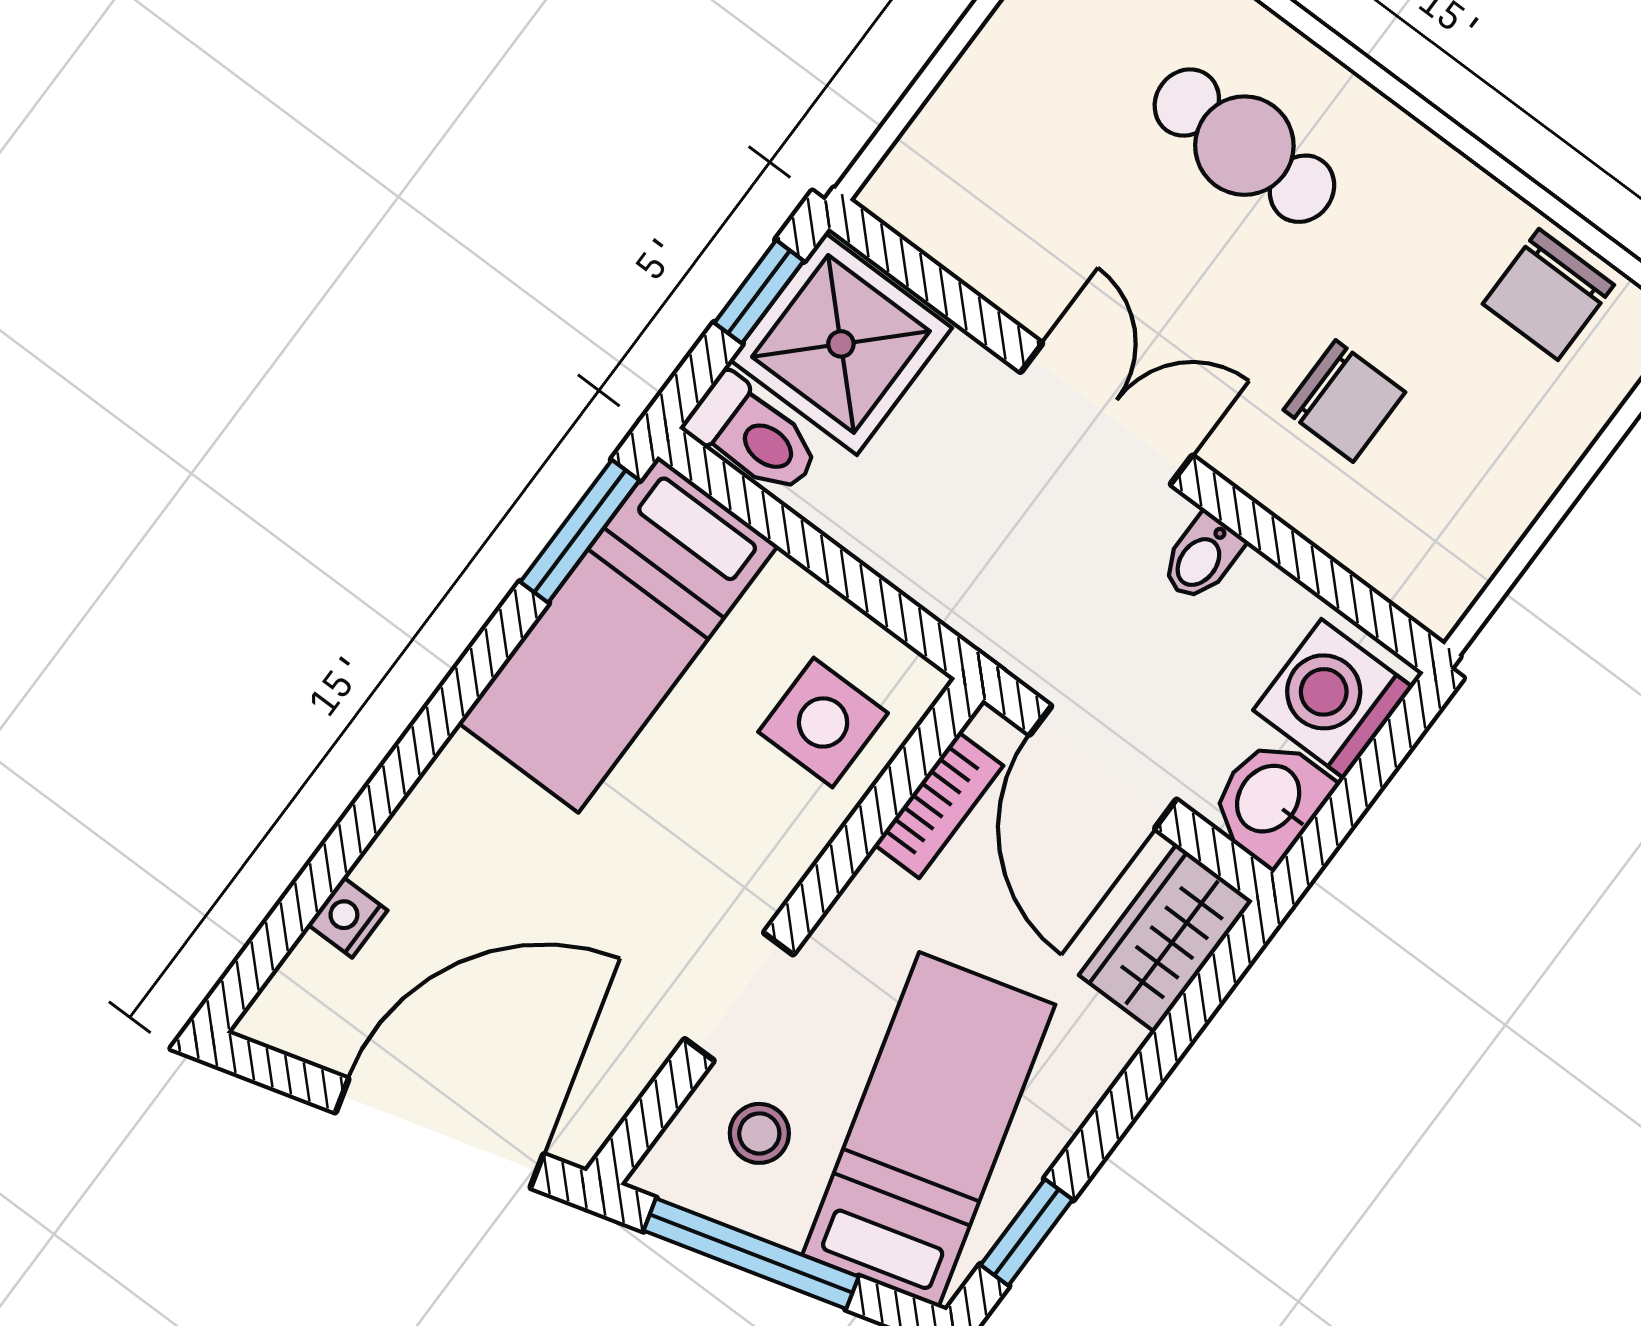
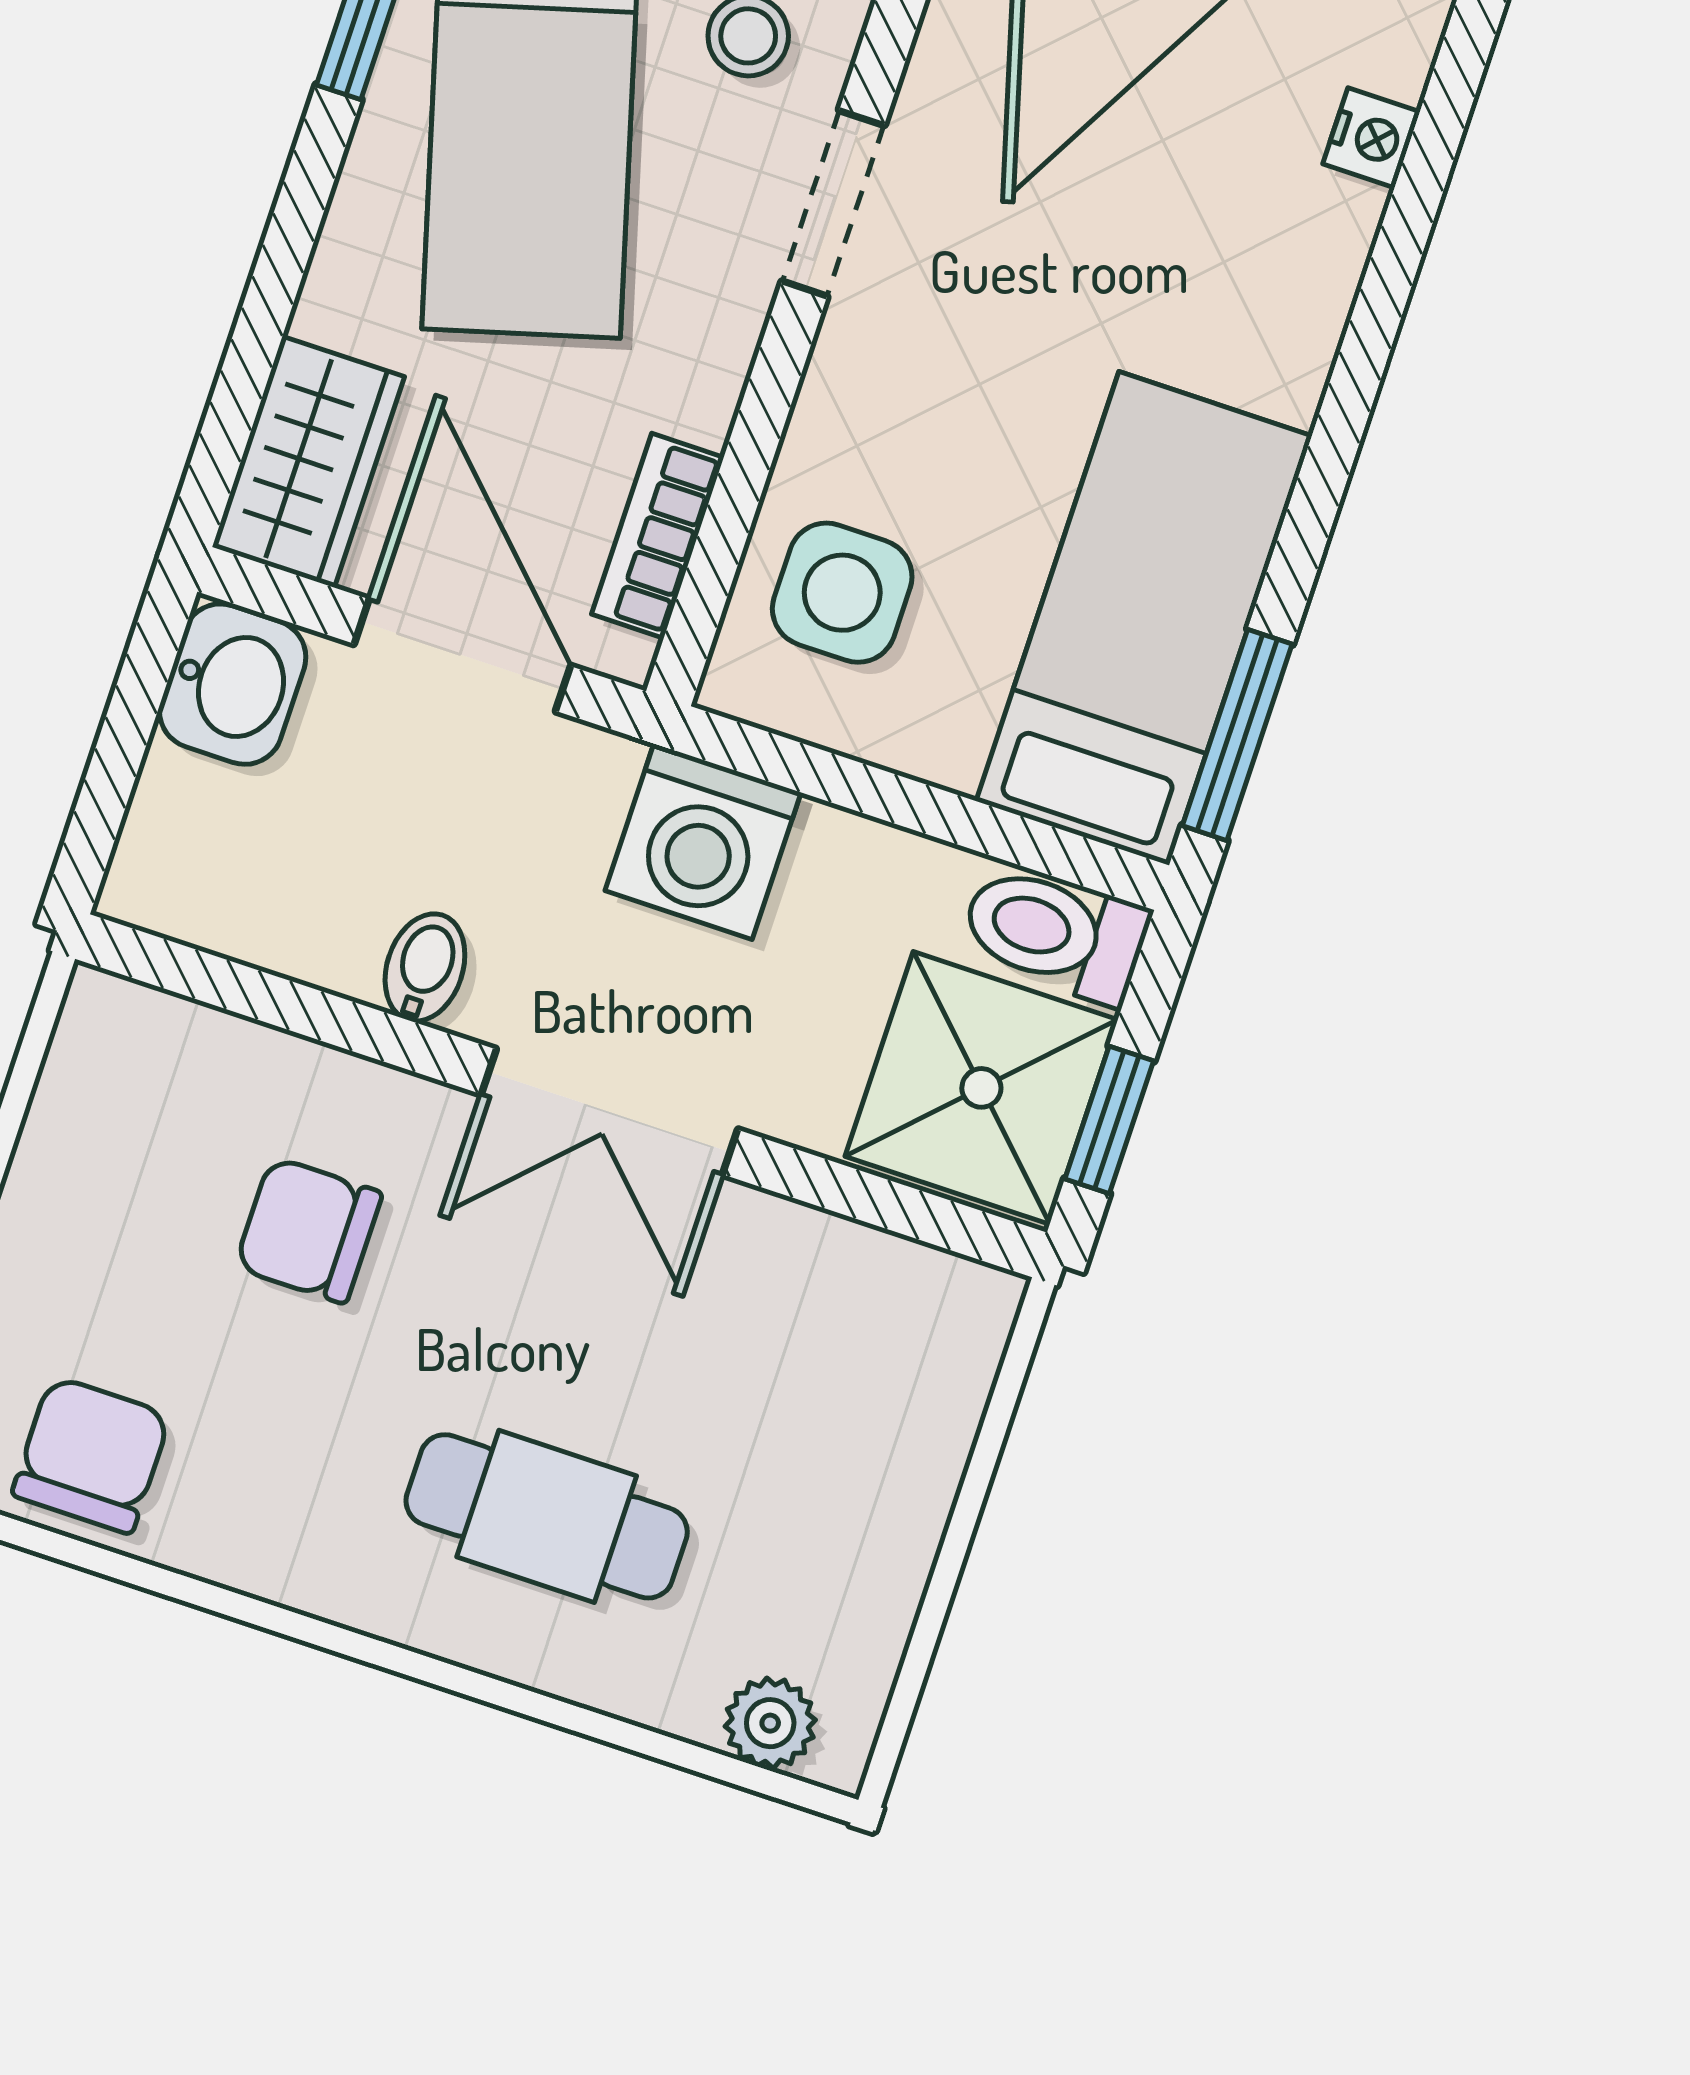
washing machine: (1333, 699) -> (703, 842), moved, turned 90

